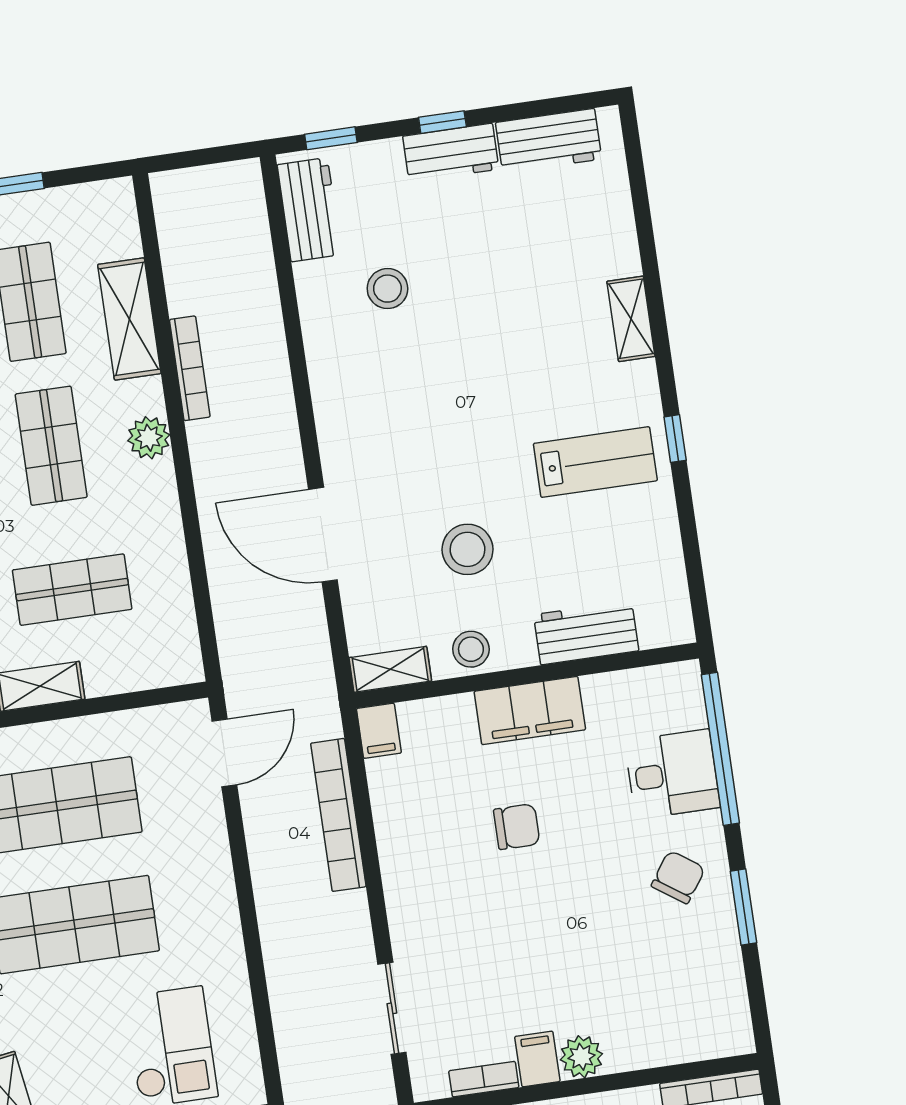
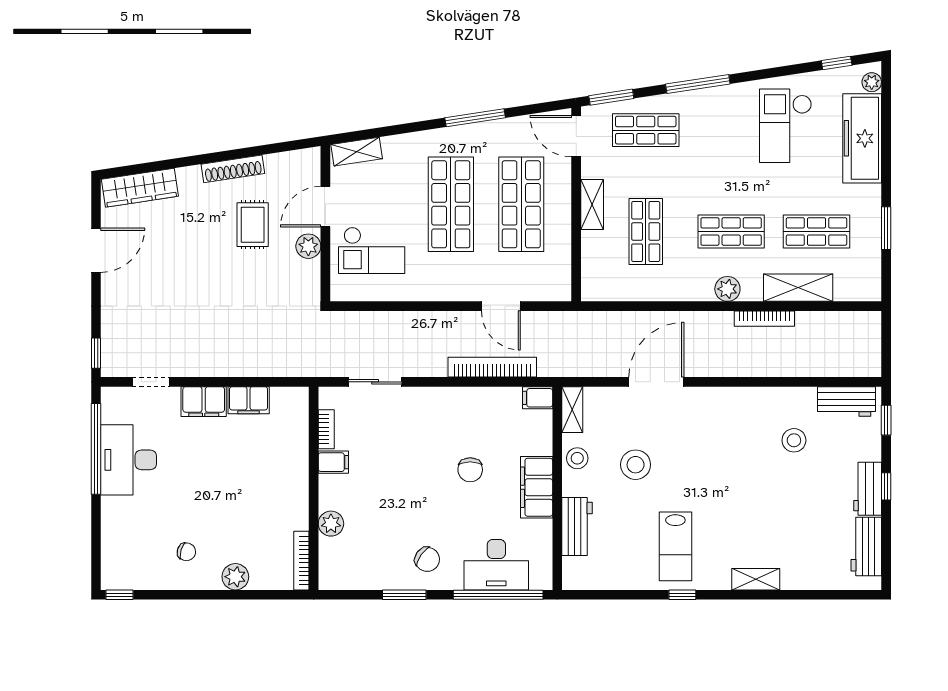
door: (224, 753) -> (501, 306), moved
desk: (672, 774) -> (496, 565), width x1.37
plant: (581, 1057) -> (331, 524), moved

